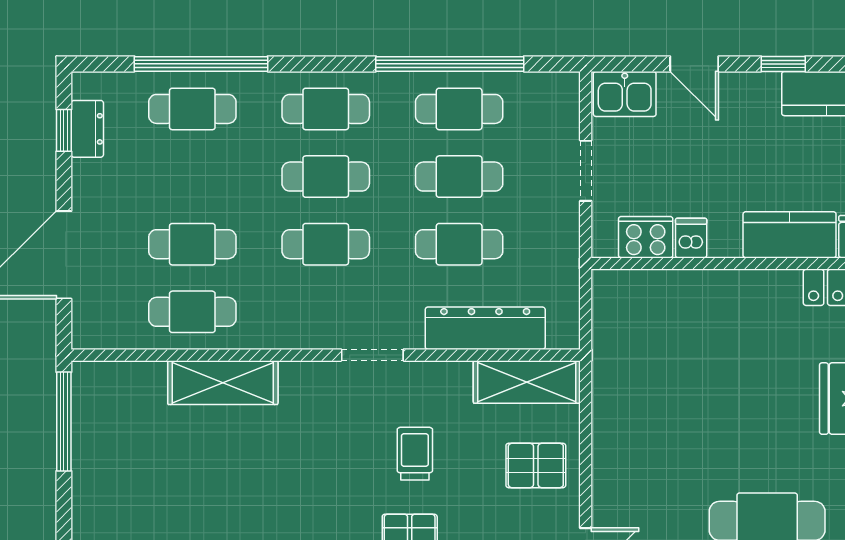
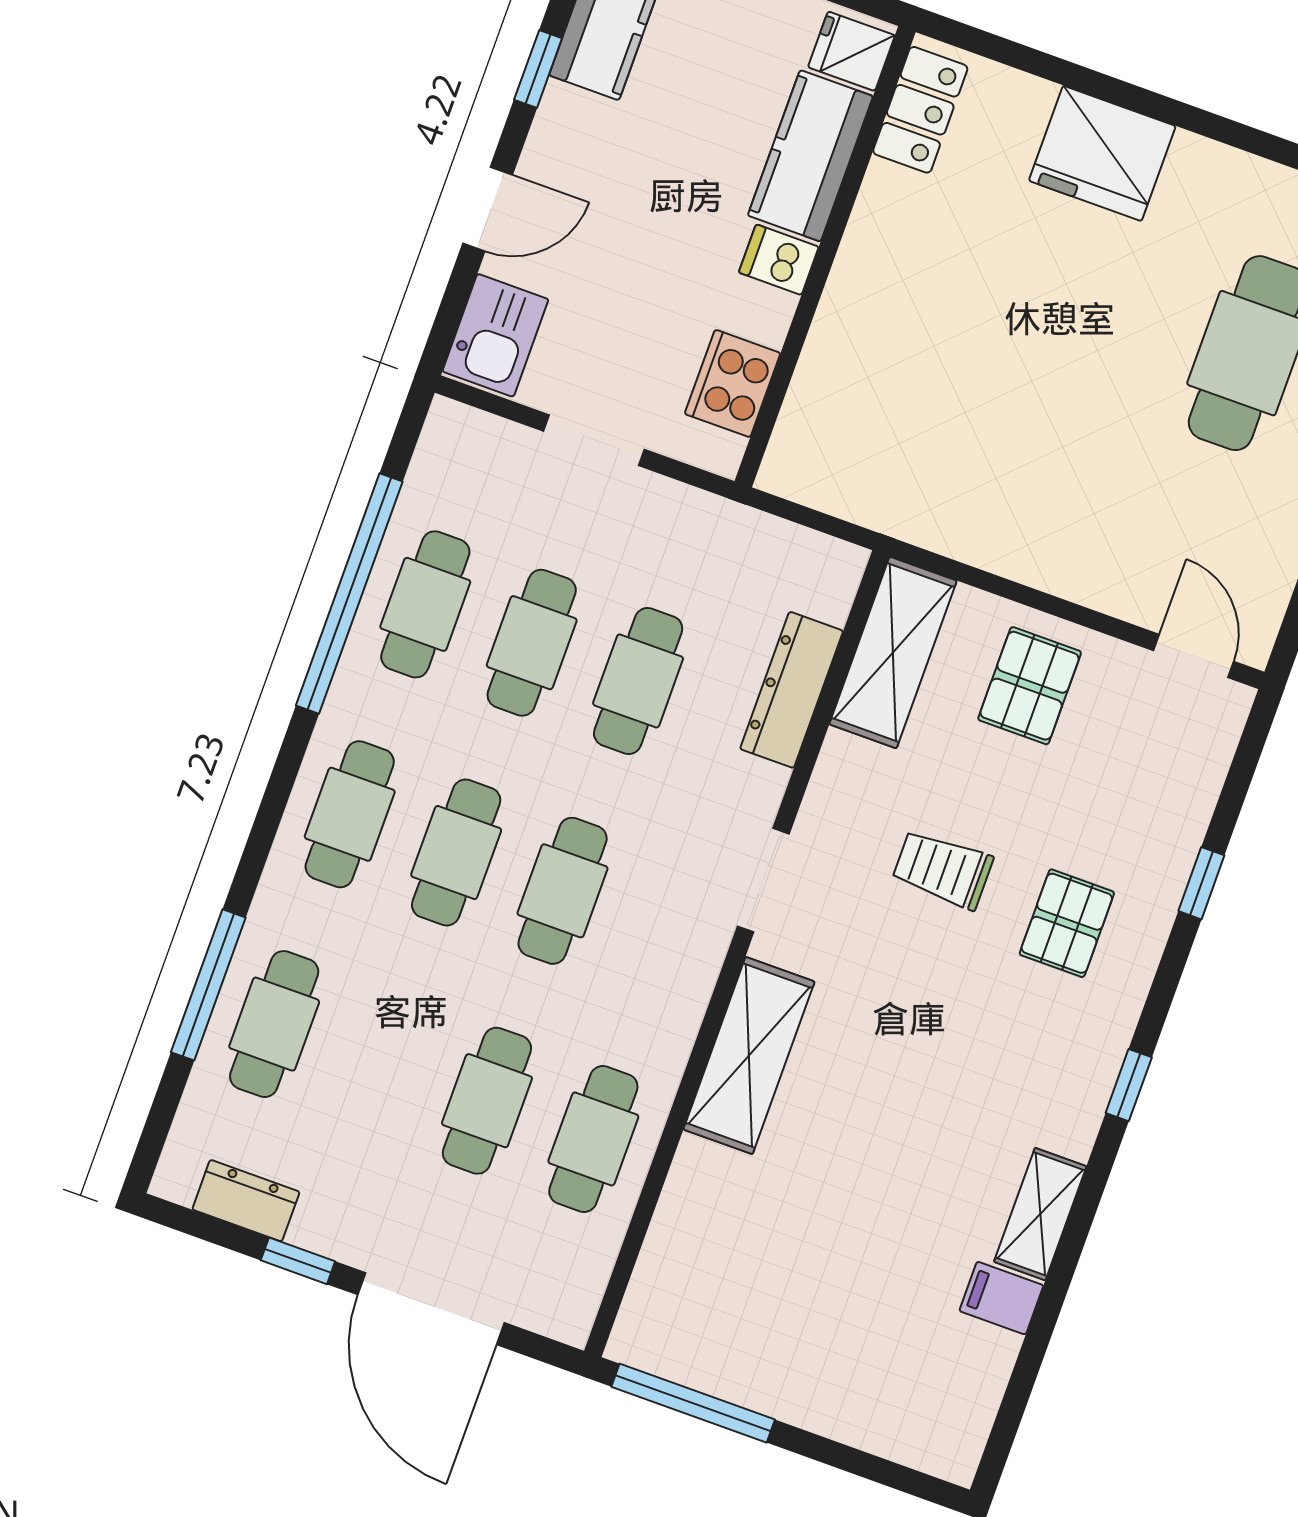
window: (201, 64) -> (208, 985), width x0.68
window: (64, 130) -> (298, 1261), moved
dishwasher: (691, 238) -> (779, 260), moved
dresser: (485, 328) -> (792, 690), width x0.73, depth x0.80
shelving: (223, 383) -> (749, 1056), moved

